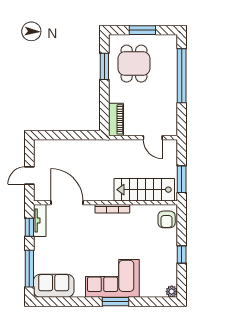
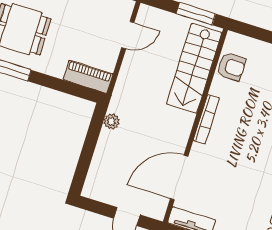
plant: (91, 145) -> (112, 121), added
armchair: (167, 219) -> (231, 67), moved

